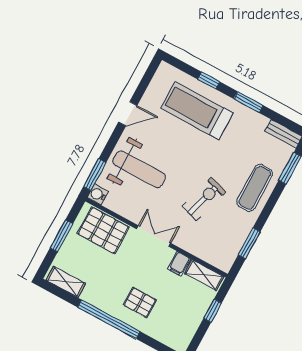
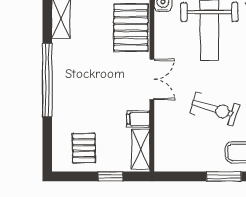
window: (249, 243) -> (224, 176), moved
pallet: (140, 303) -> (84, 148), moved

